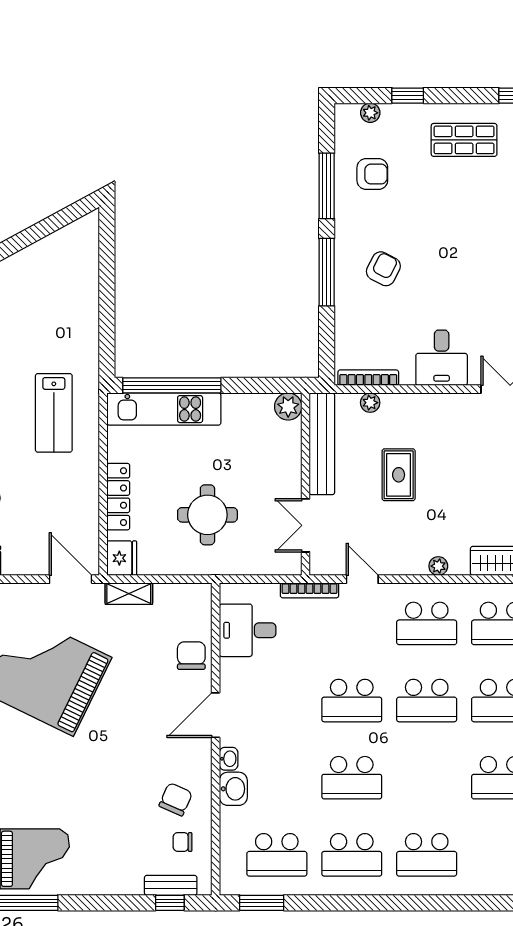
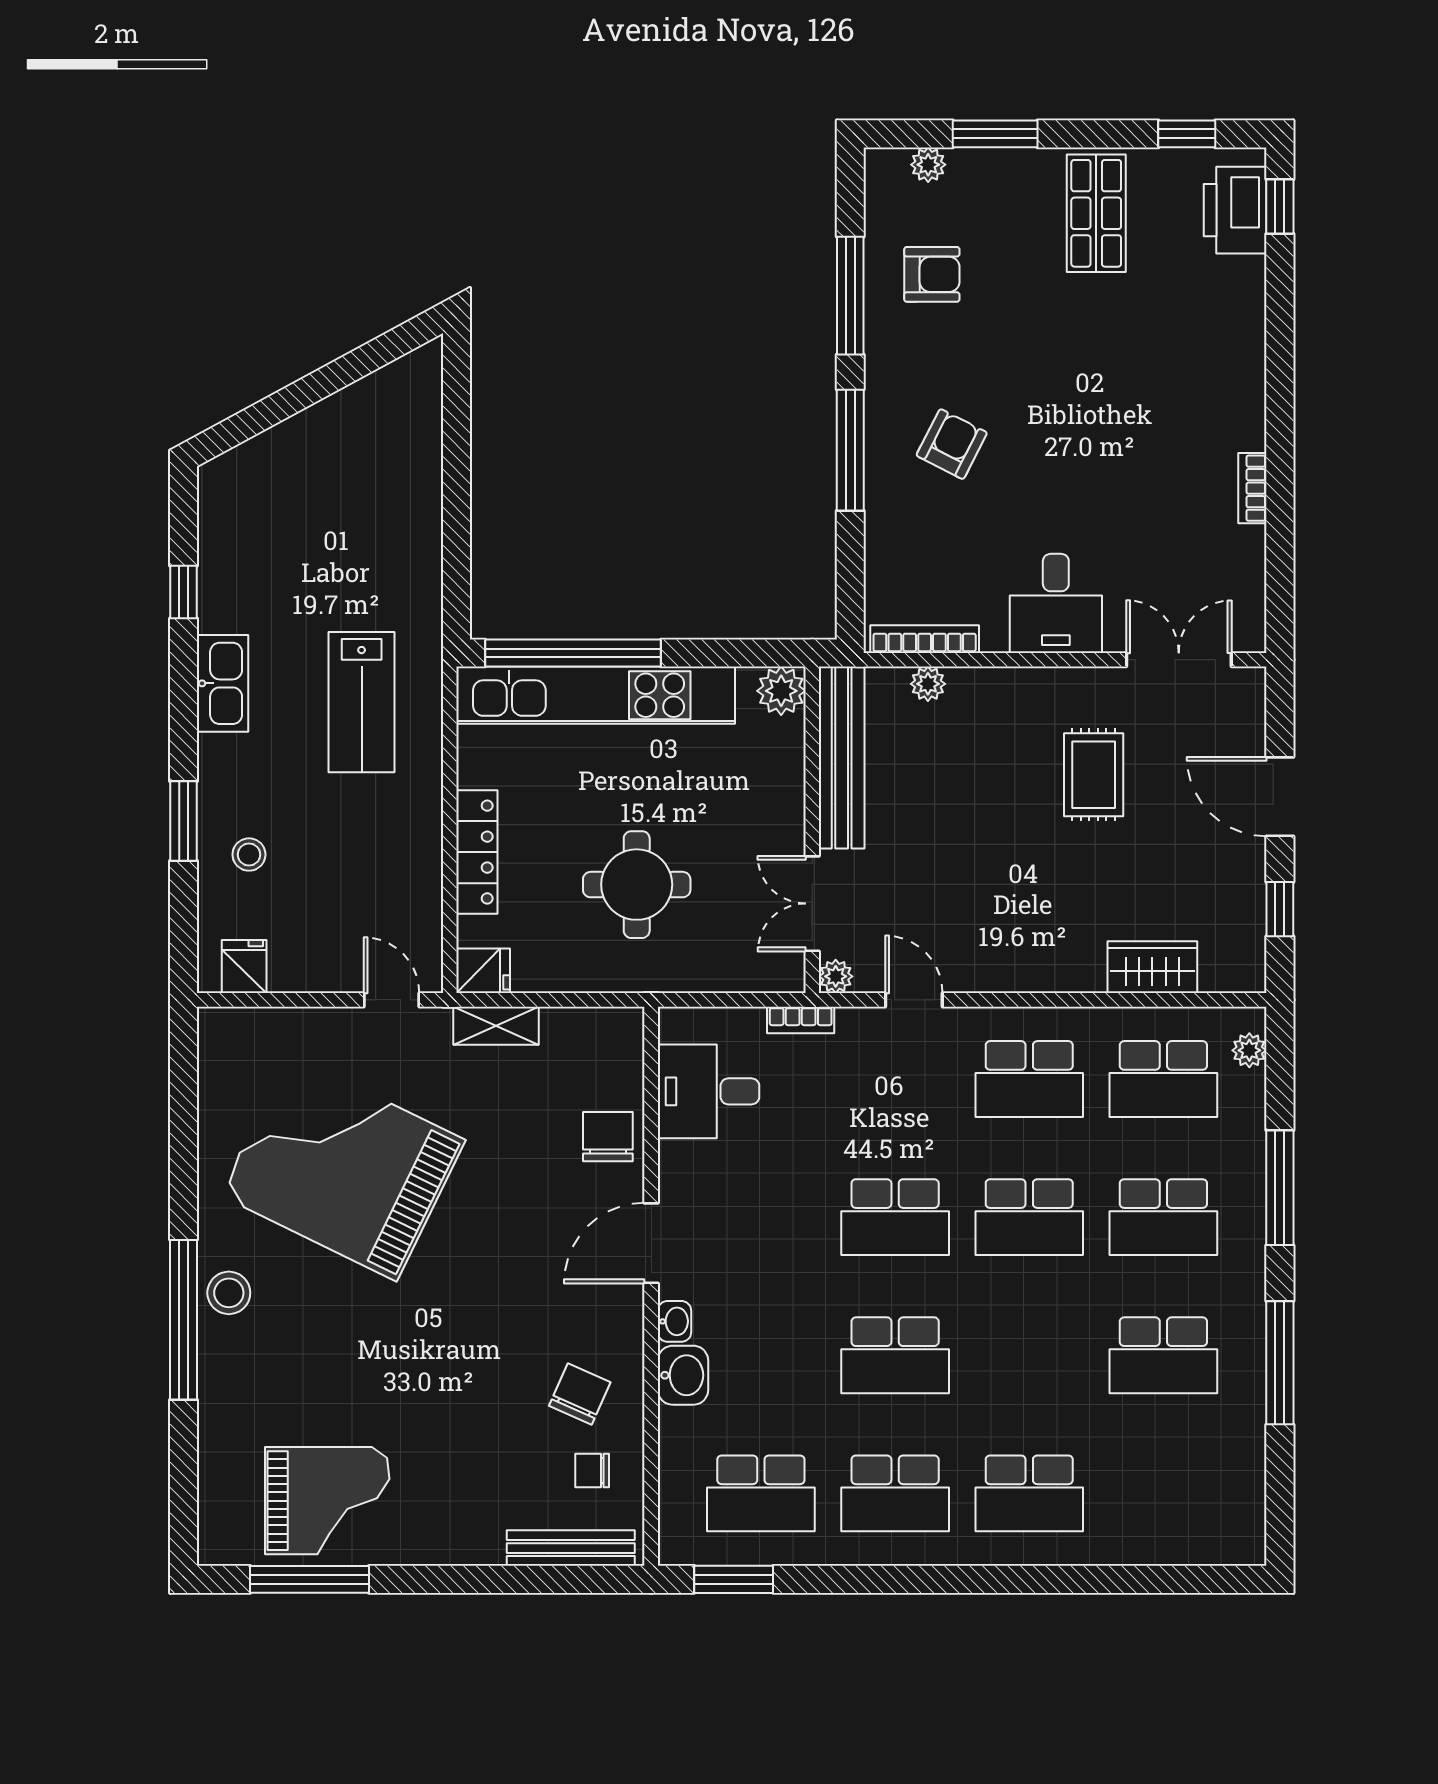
window: (408, 96) -> (995, 134), width x1.50
shop shelf: (464, 140) -> (1096, 213), turned 90
kitchen unit: (164, 409) -> (596, 695), width x1.36
rug: (399, 475) -> (1094, 775), moved
fridge: (122, 558) -> (483, 971), width x0.72
plant: (438, 566) -> (836, 976), moved
door: (71, 579) -> (392, 1000), width x0.73
bookcase: (310, 590) -> (801, 1020), width x0.64
bench: (171, 885) -> (571, 1548), width x1.36
window: (170, 903) -> (569, 1579), removed

